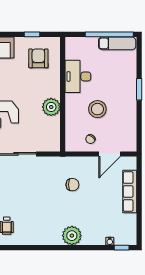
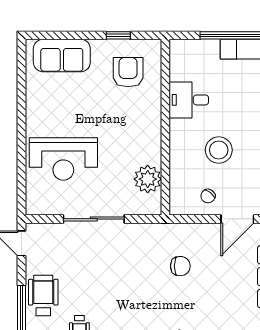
desk: (78, 76) -> (189, 100), width x0.73
plant: (51, 107) -> (148, 179), moved

